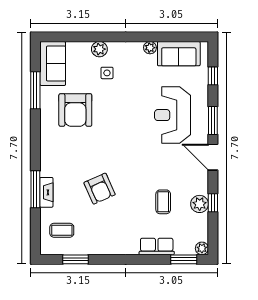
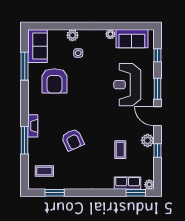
fireplace: (46, 192) -> (33, 126), moved
plant: (200, 204) -> (148, 140), moved
row of seats: (157, 246) -> (128, 183), moved

